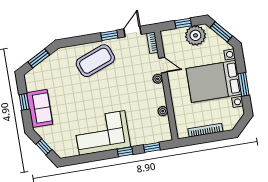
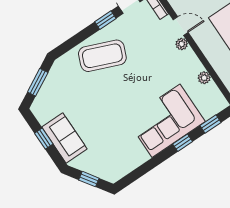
coffee table: (95, 61) -> (102, 56), turned 43
corner sofa: (102, 133) -> (166, 121), moved

